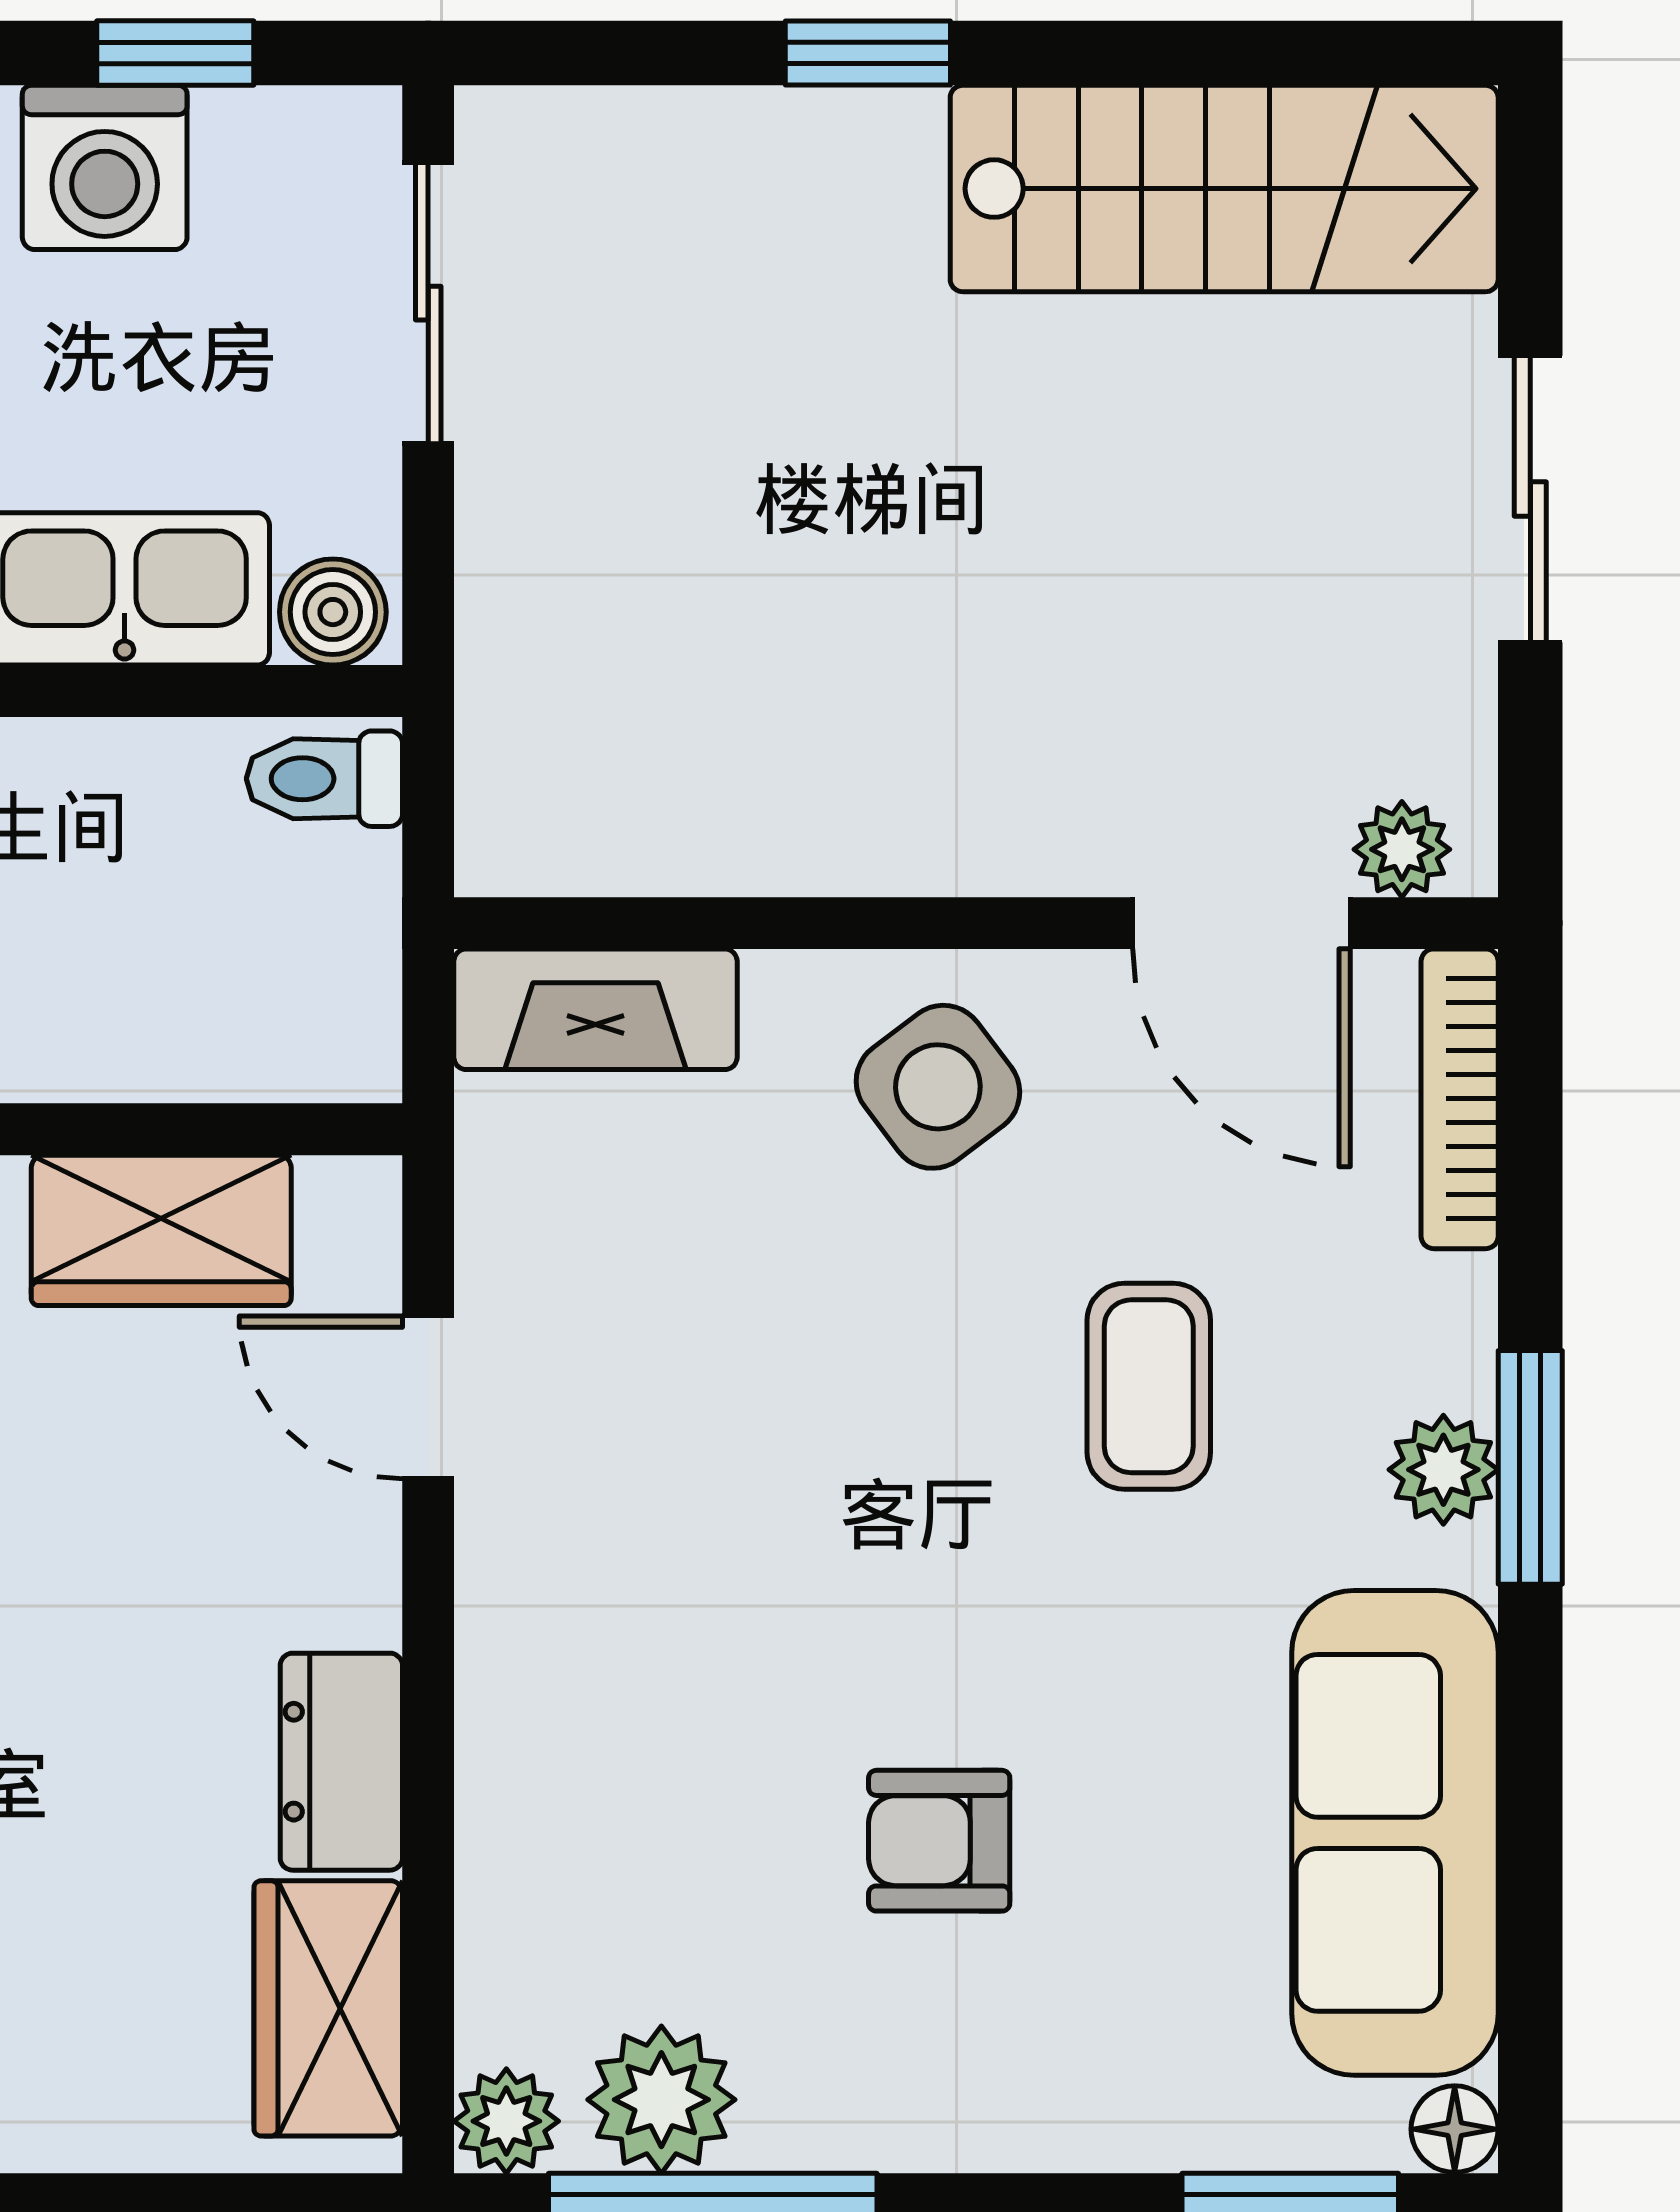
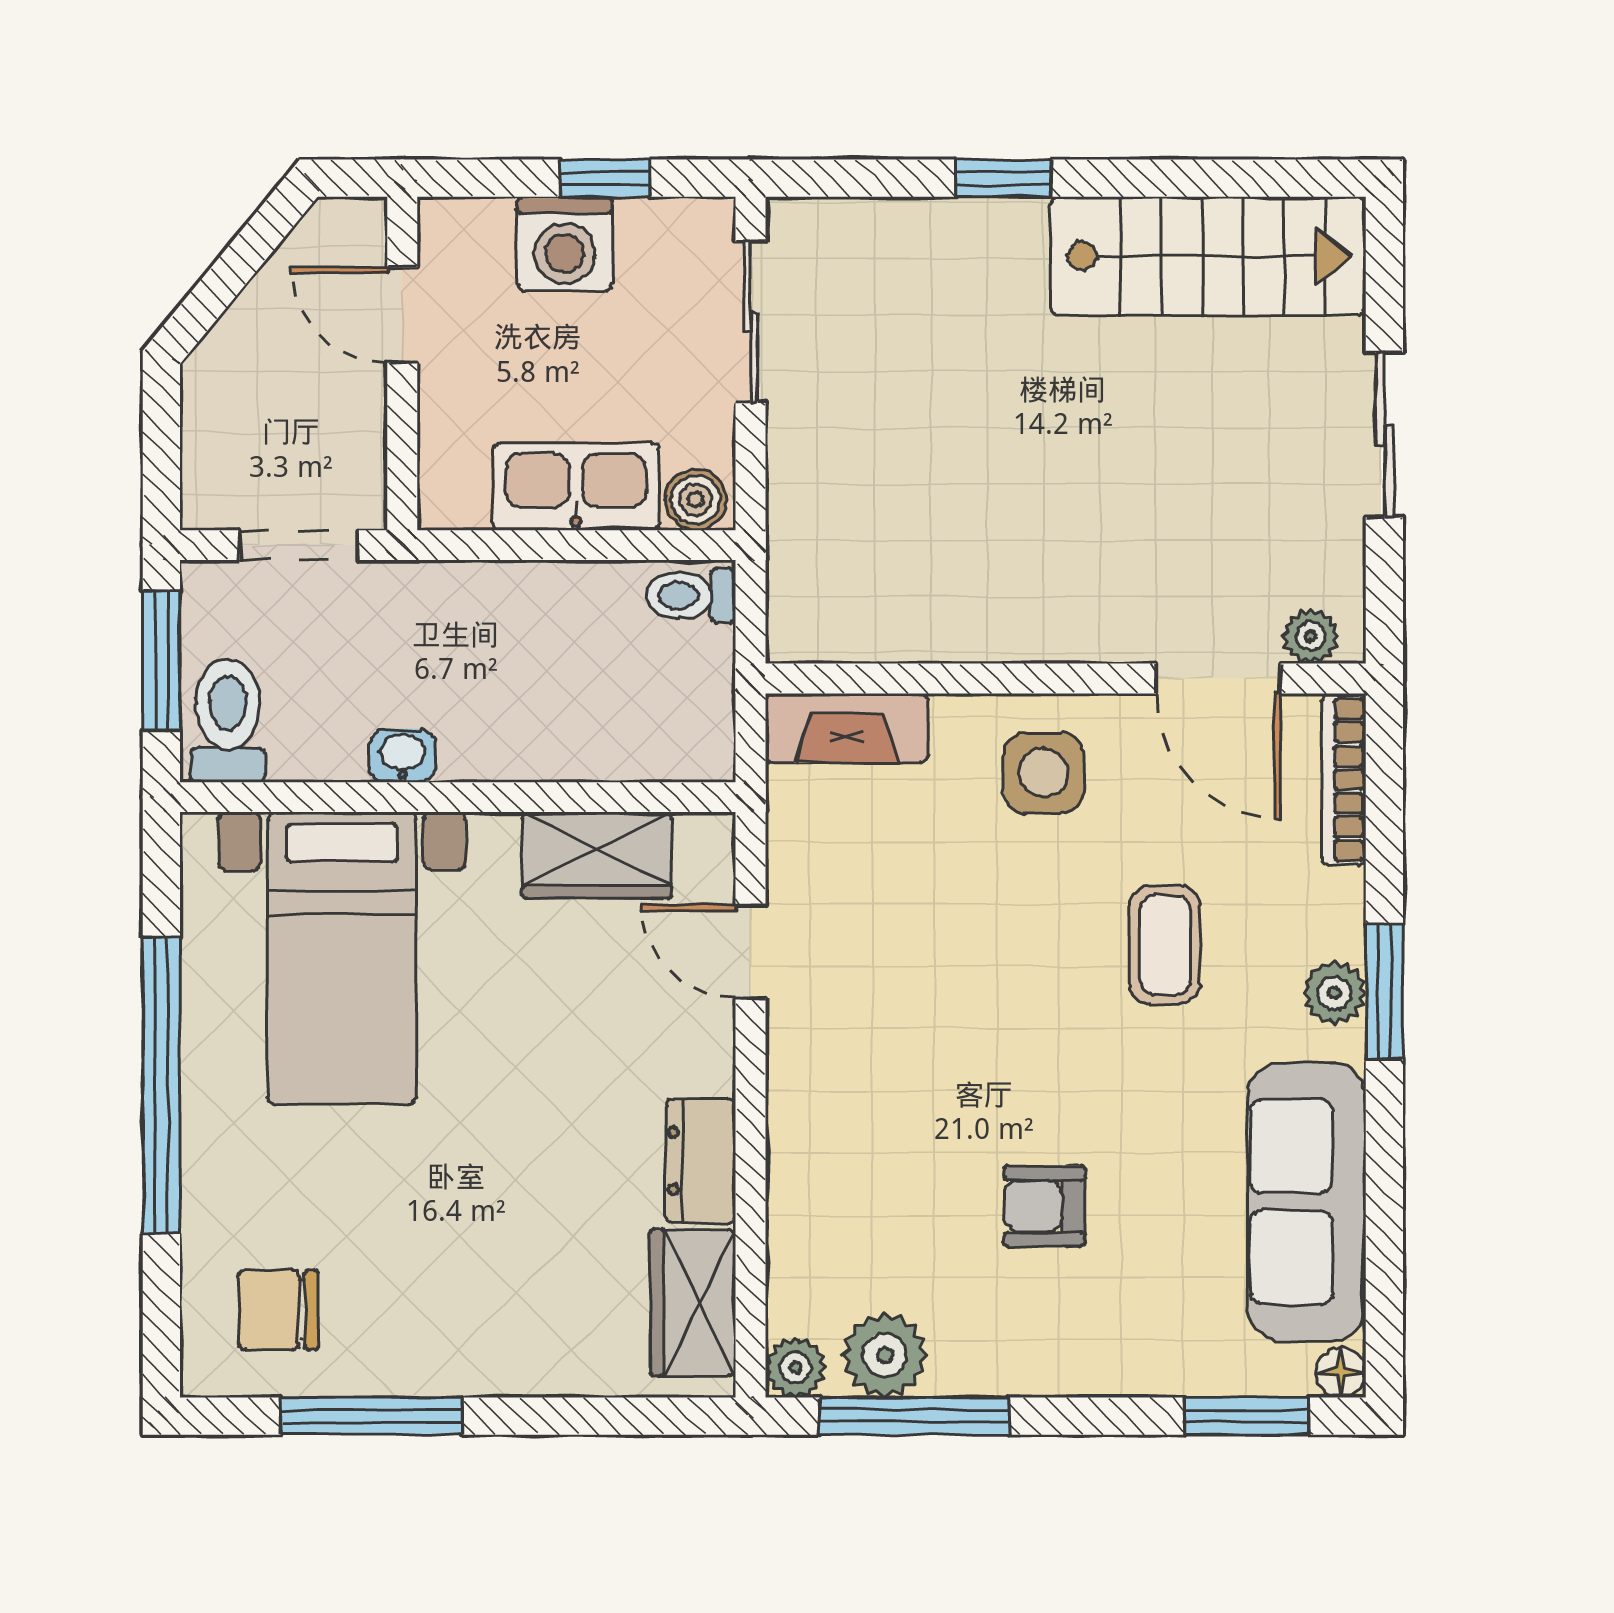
side table: (938, 1087) -> (1044, 773), turned 37

